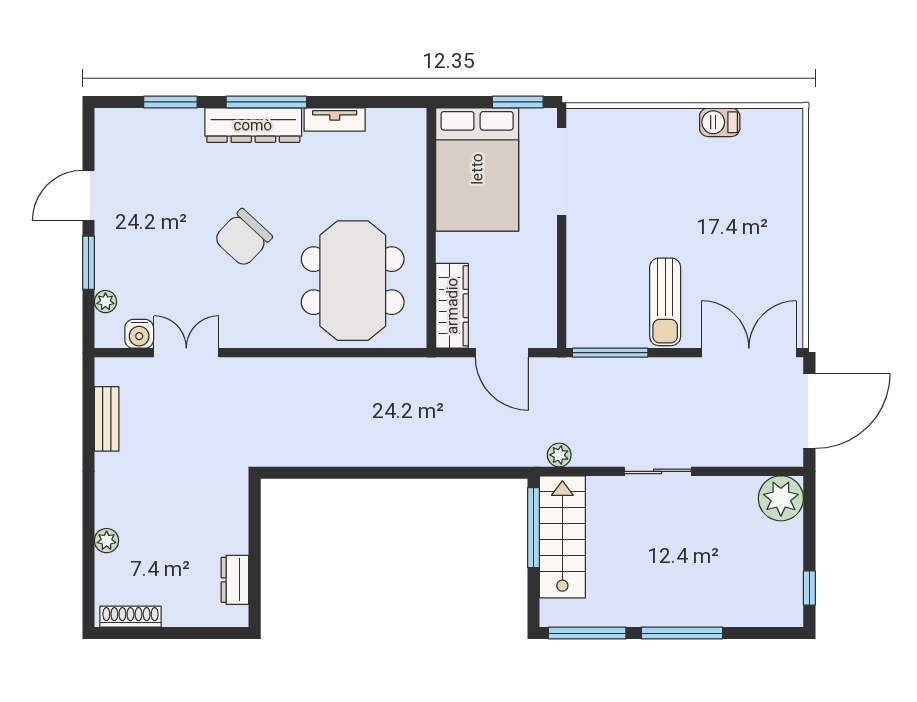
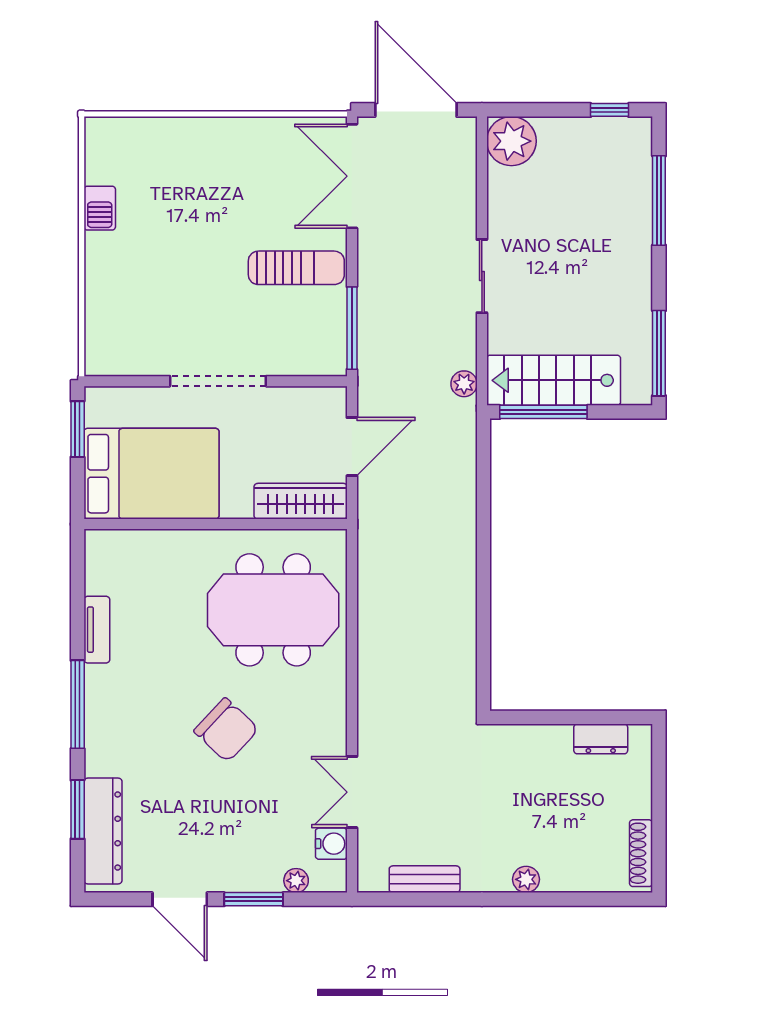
dresser: (253, 125) -> (103, 831), moved
doorway: (562, 172) -> (218, 381), moved
plant: (107, 541) -> (526, 879), moved
window: (682, 633) -> (659, 201), moved

